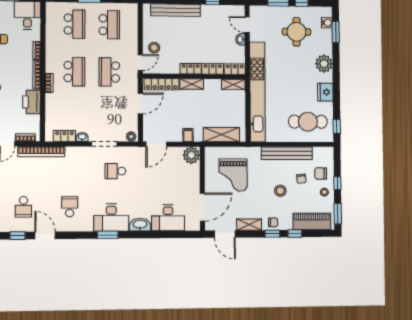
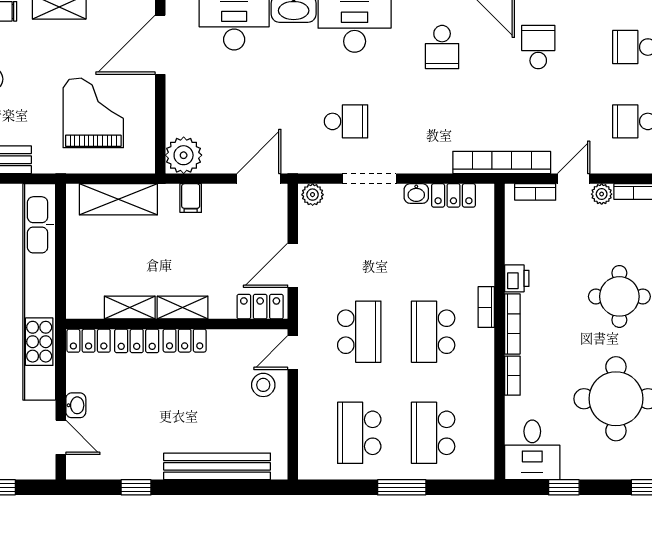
locker: (162, 84) -> (260, 307), width x0.66
shelving: (233, 84) -> (130, 308), moved
printer: (32, 102) -> (517, 278), width x0.53, depth x0.68

